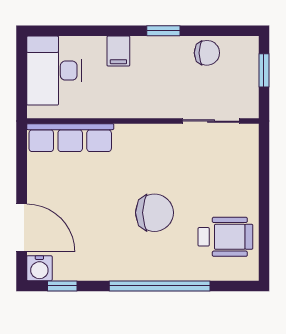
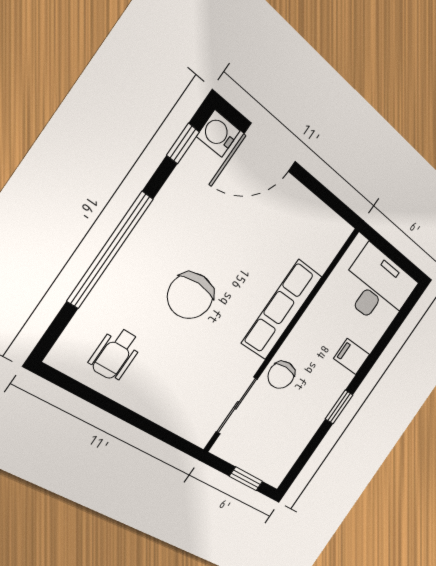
chair: (207, 53) -> (281, 375), moved
row of seats: (70, 138) -> (282, 310), moved
wheelchair: (225, 237) -> (115, 354), width x0.73, depth x0.73

